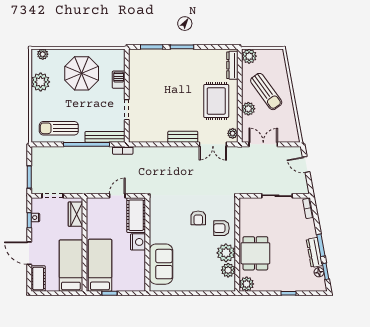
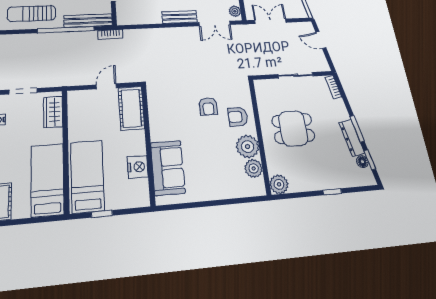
nightstand: (138, 242) -> (138, 167), moved
dining table: (255, 253) -> (293, 128), moved, turned 90

